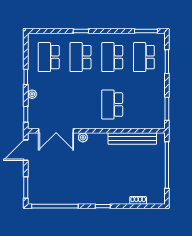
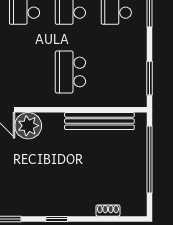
plant: (83, 137) -> (28, 126), width x1.88, depth x1.88

